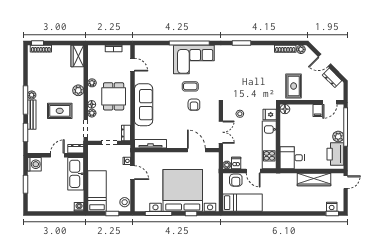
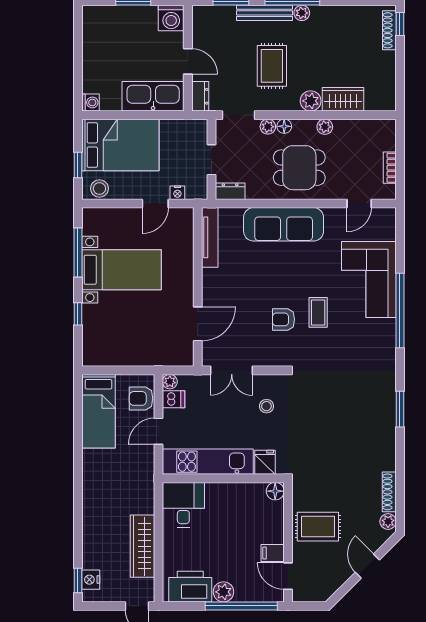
wardrobe: (77, 56) -> (343, 99), moved
corner sofa: (194, 60) -> (369, 279), moved
dresser: (332, 78) -> (334, 580), removed
rug: (294, 86) -> (318, 527), moved
bed with nightstands: (183, 190) -> (122, 270), width x0.54
bed: (97, 191) -> (120, 145), width x1.50

